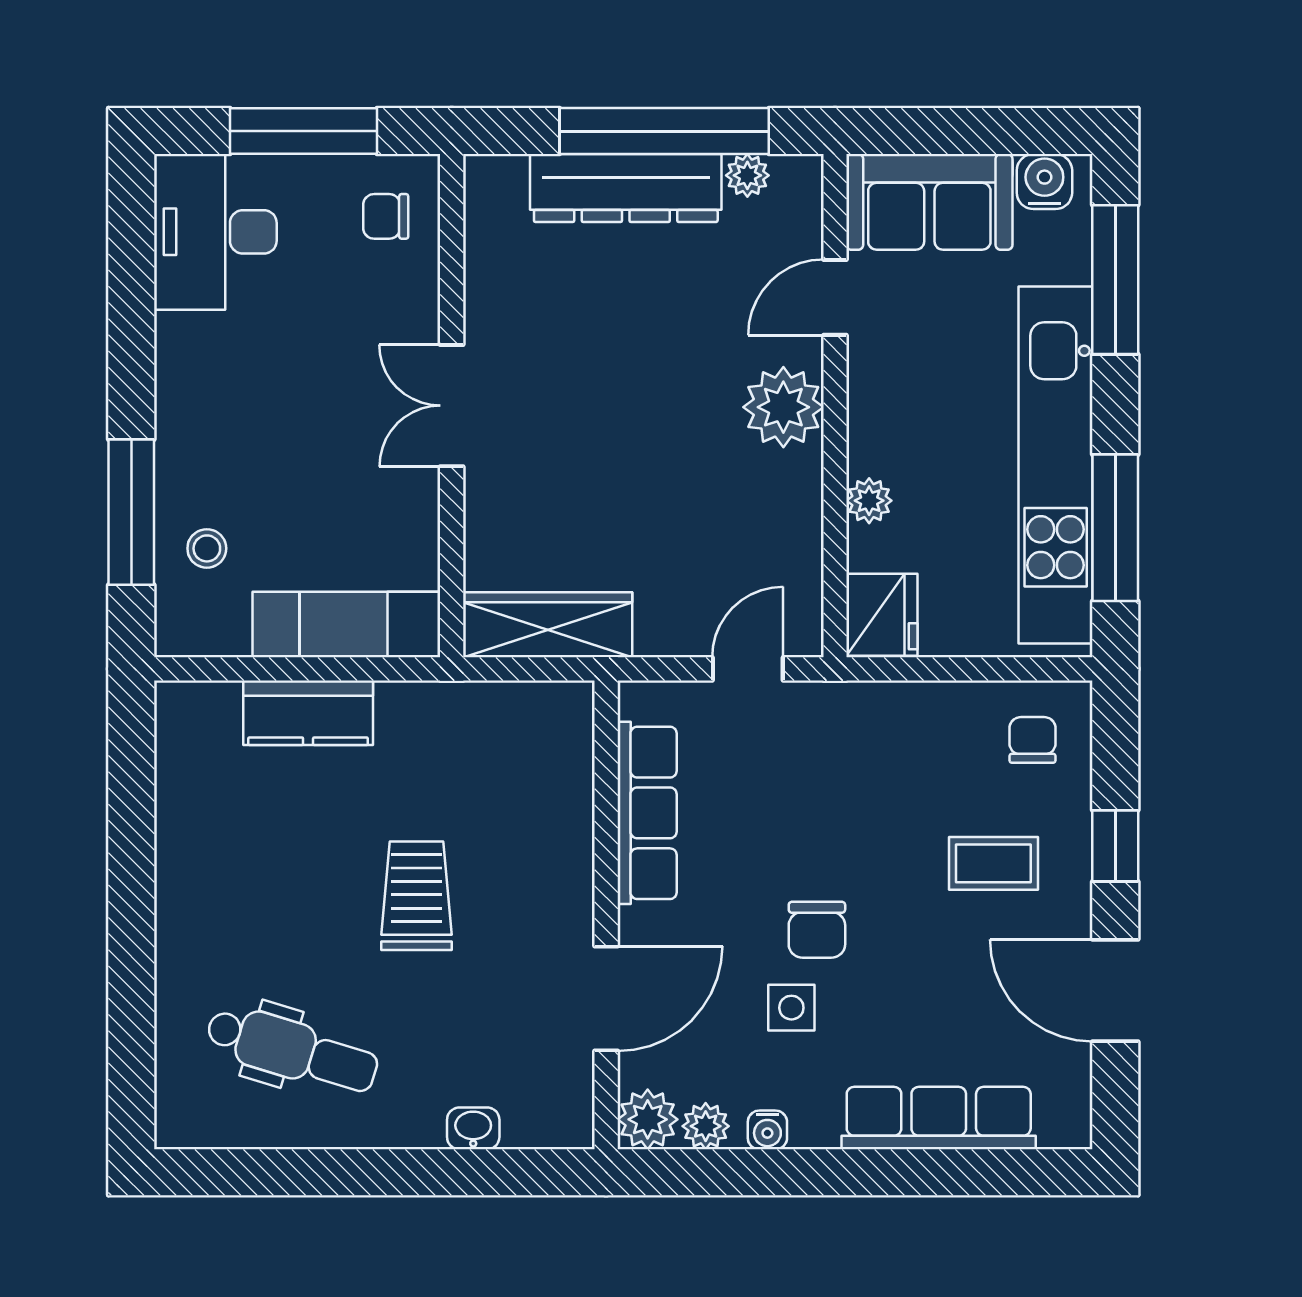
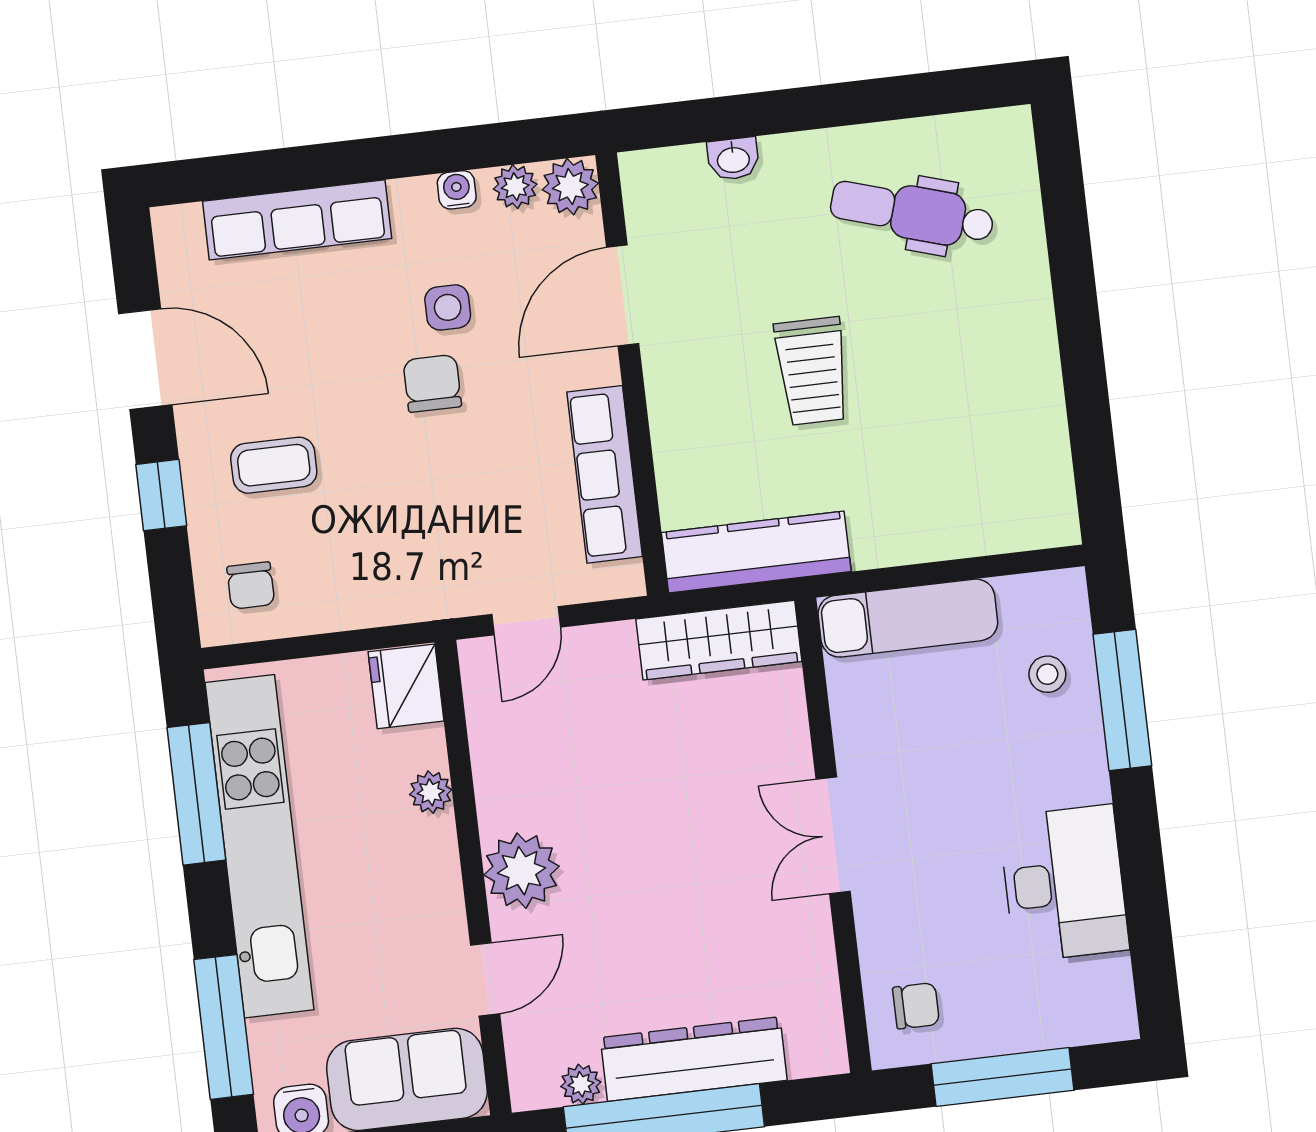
desk: (215, 232) -> (1064, 883), moved
double door: (452, 406) -> (833, 835), swing flipped
kitchen counter: (308, 713) -> (756, 552), moved, width x1.50

